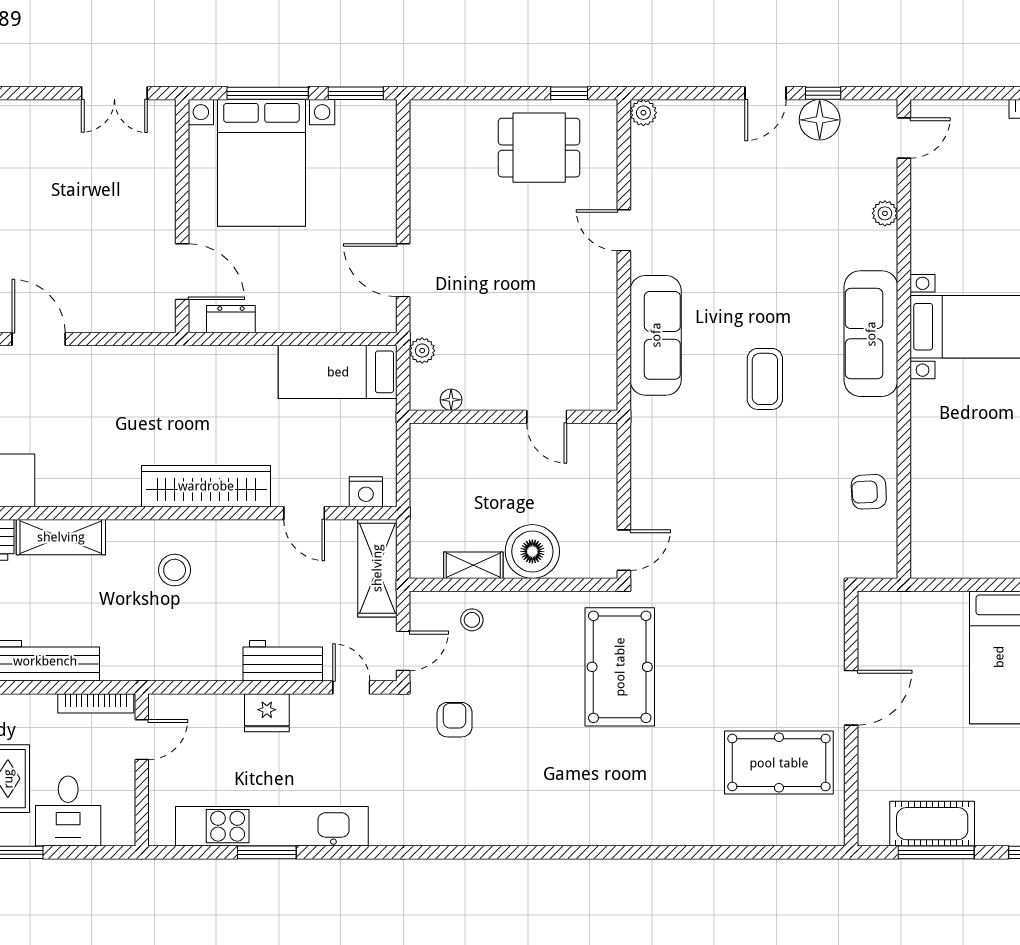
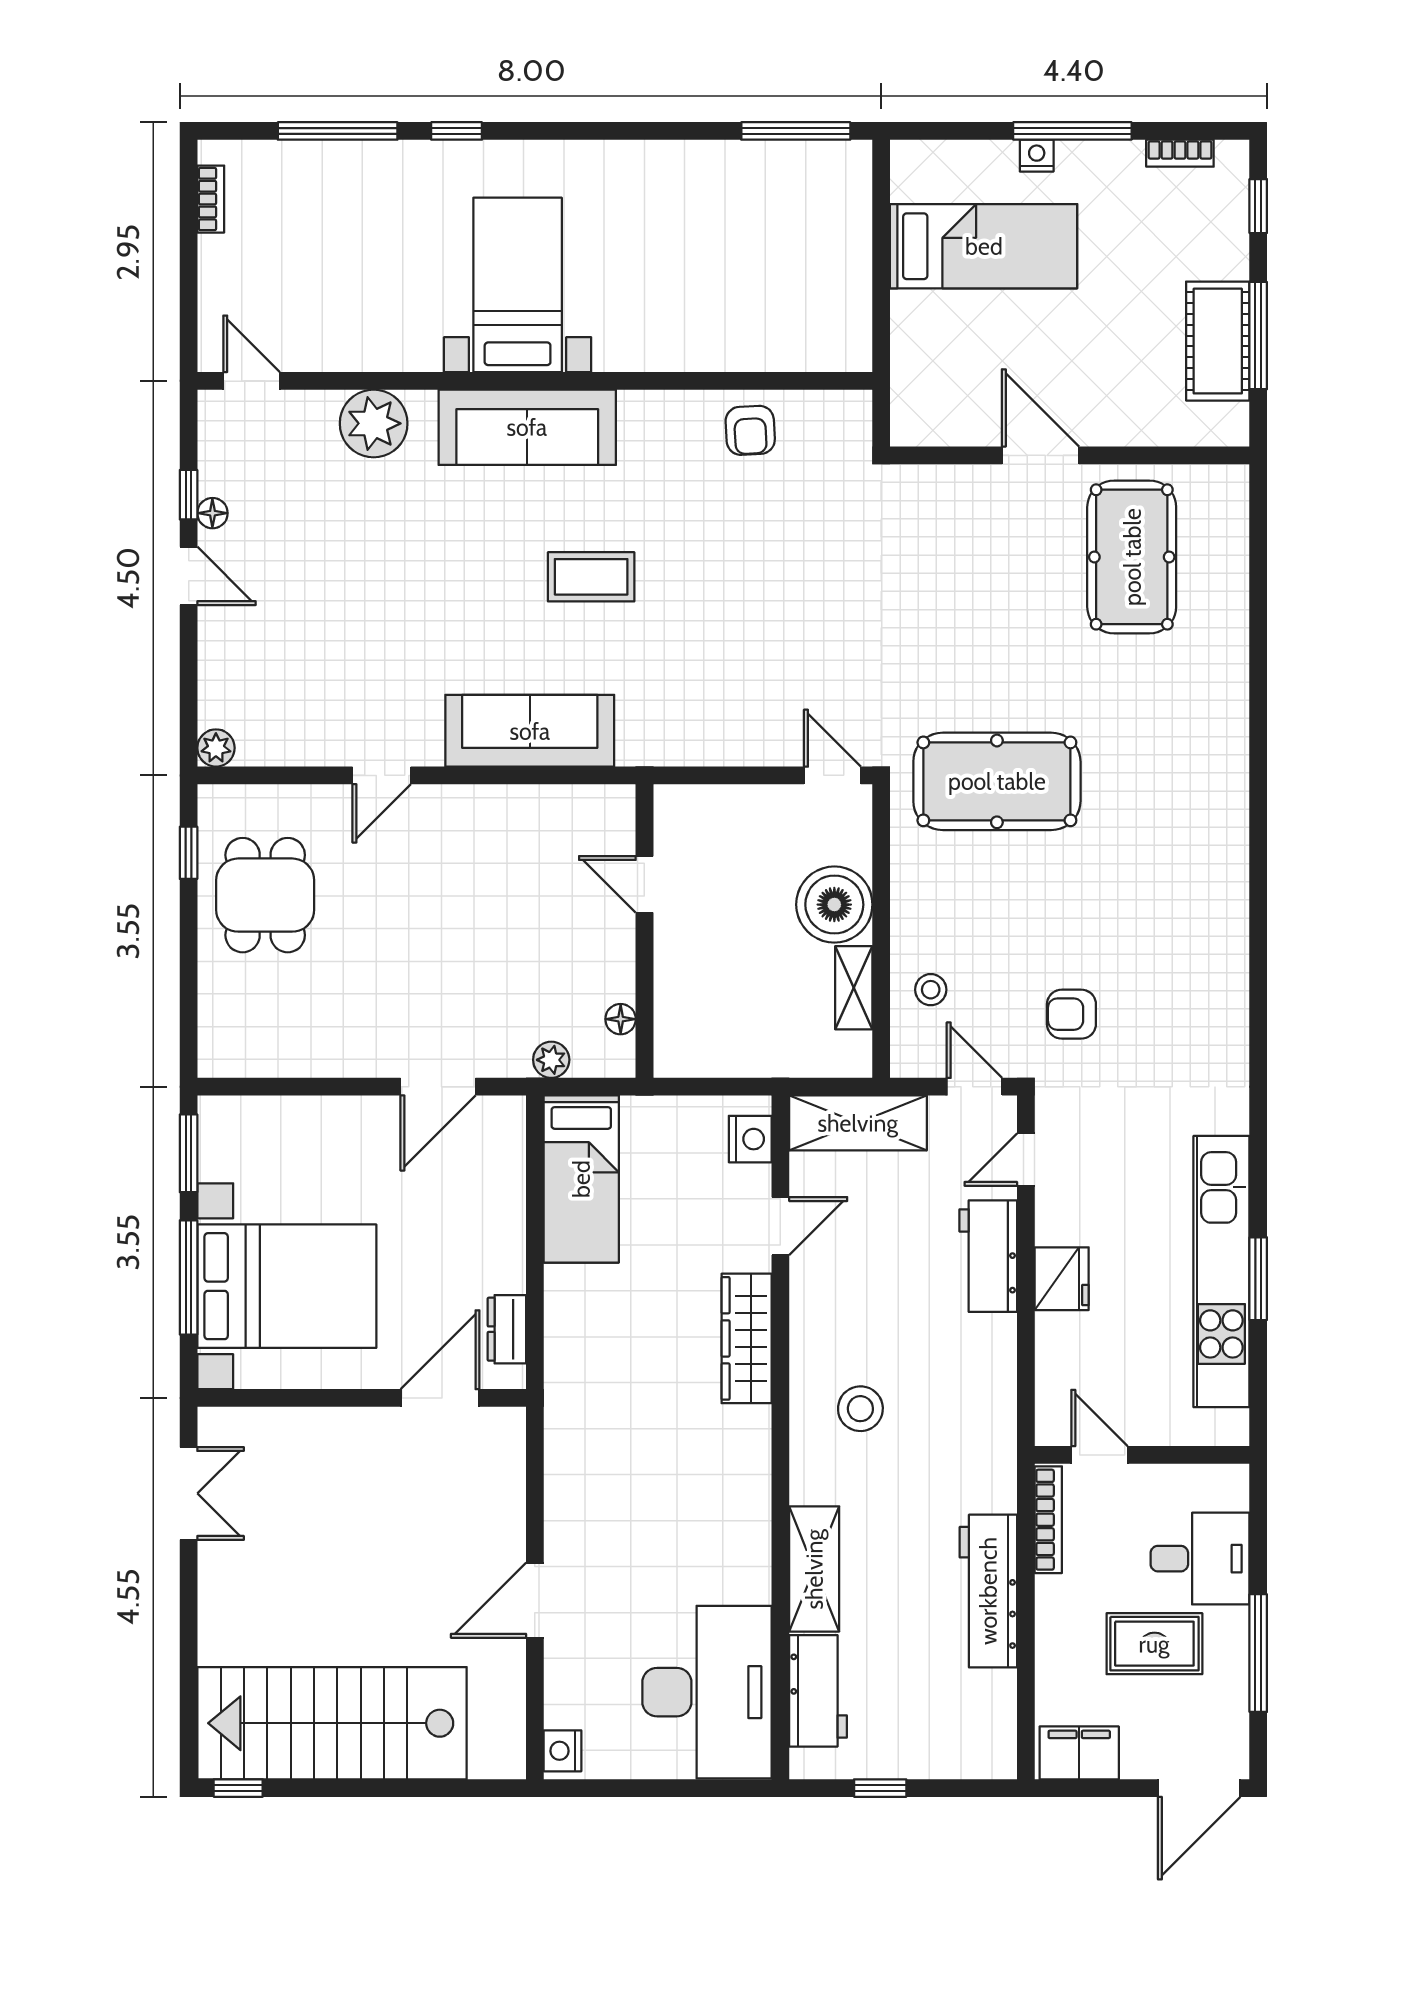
floor lamp: (820, 120) -> (212, 513), width x0.53, depth x0.53
plant: (885, 213) -> (374, 423), width x1.88, depth x1.88
door: (547, 417) -> (644, 884), swing flipped
wardrobe: (206, 486) -> (747, 1338), width x0.71, depth x0.85

